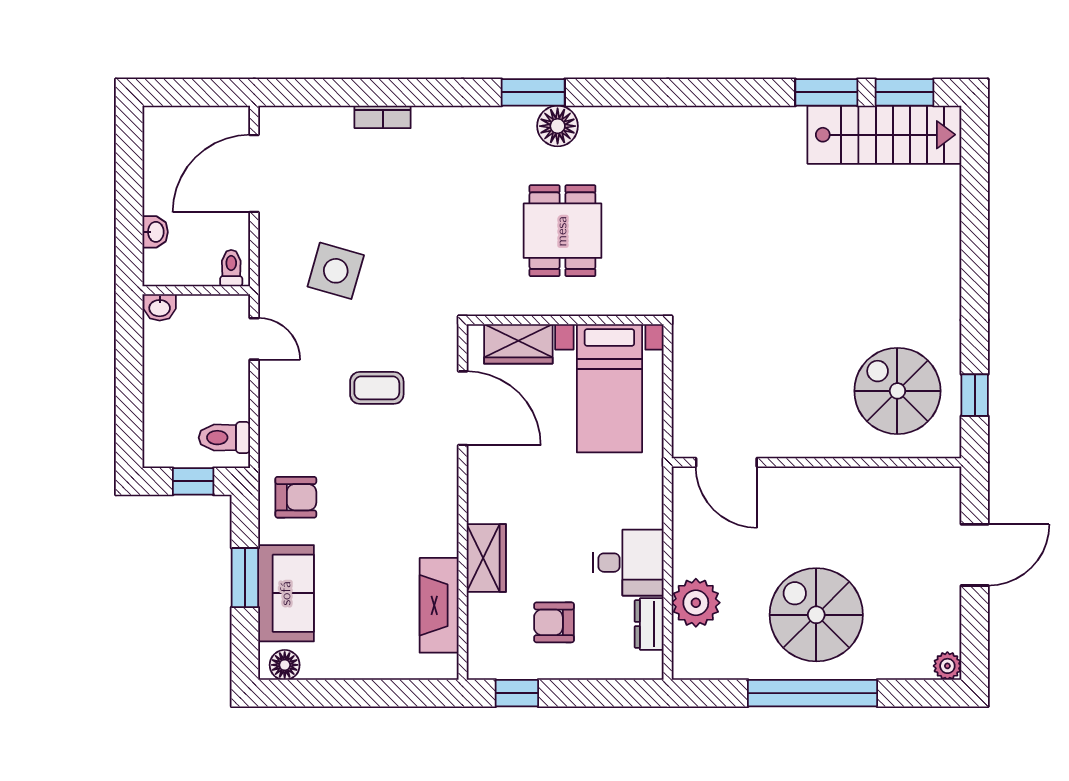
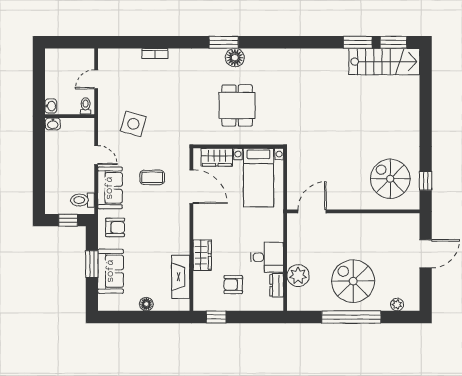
door: (254, 174) -> (96, 79), width x0.53
toilet: (231, 268) -> (86, 106), moved
wall: (196, 290) -> (70, 116), moved
washbasin: (160, 307) -> (53, 124), moved
sofa: (285, 411) -> (110, 188), added
door: (726, 462) -> (312, 211), swing flipped
floor lamp: (285, 665) -> (146, 304), moved
plant: (947, 666) -> (397, 305), moved

